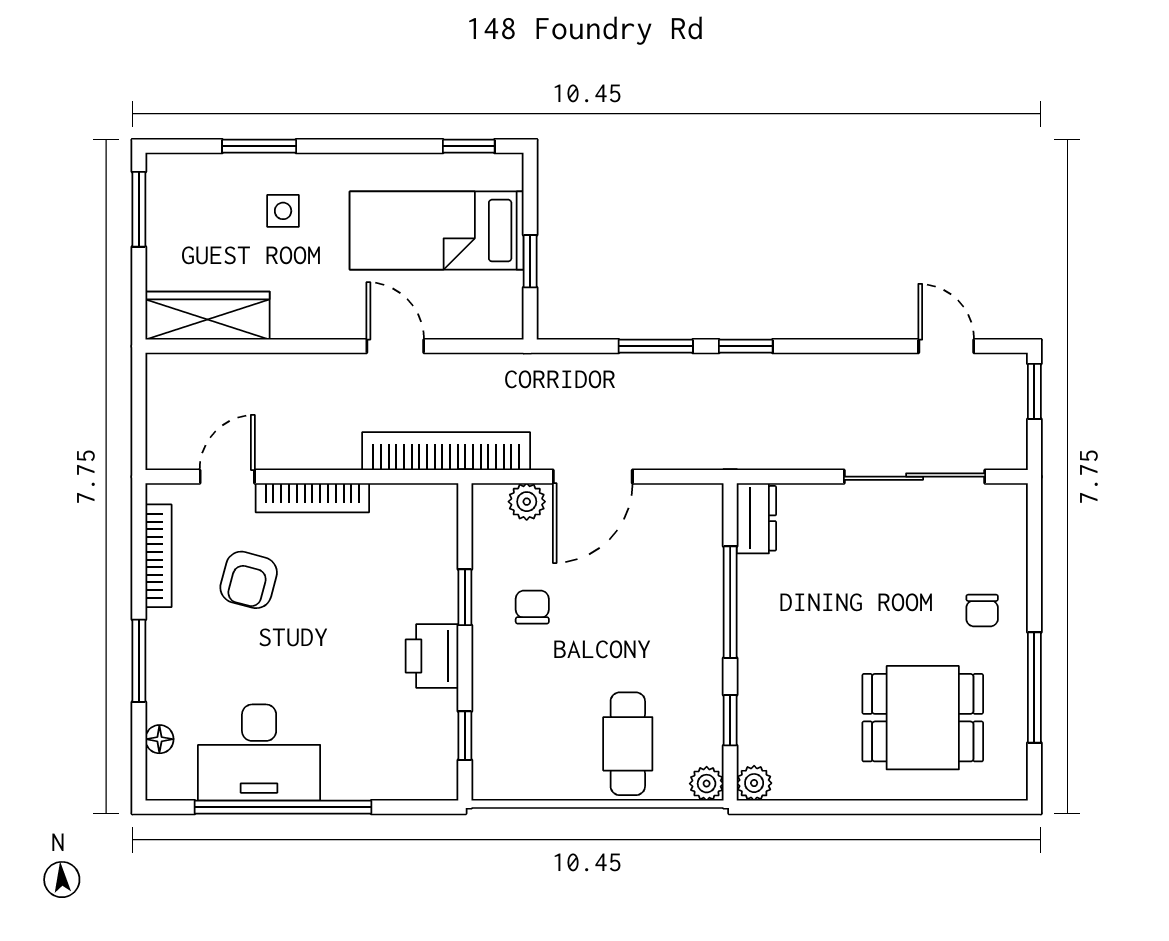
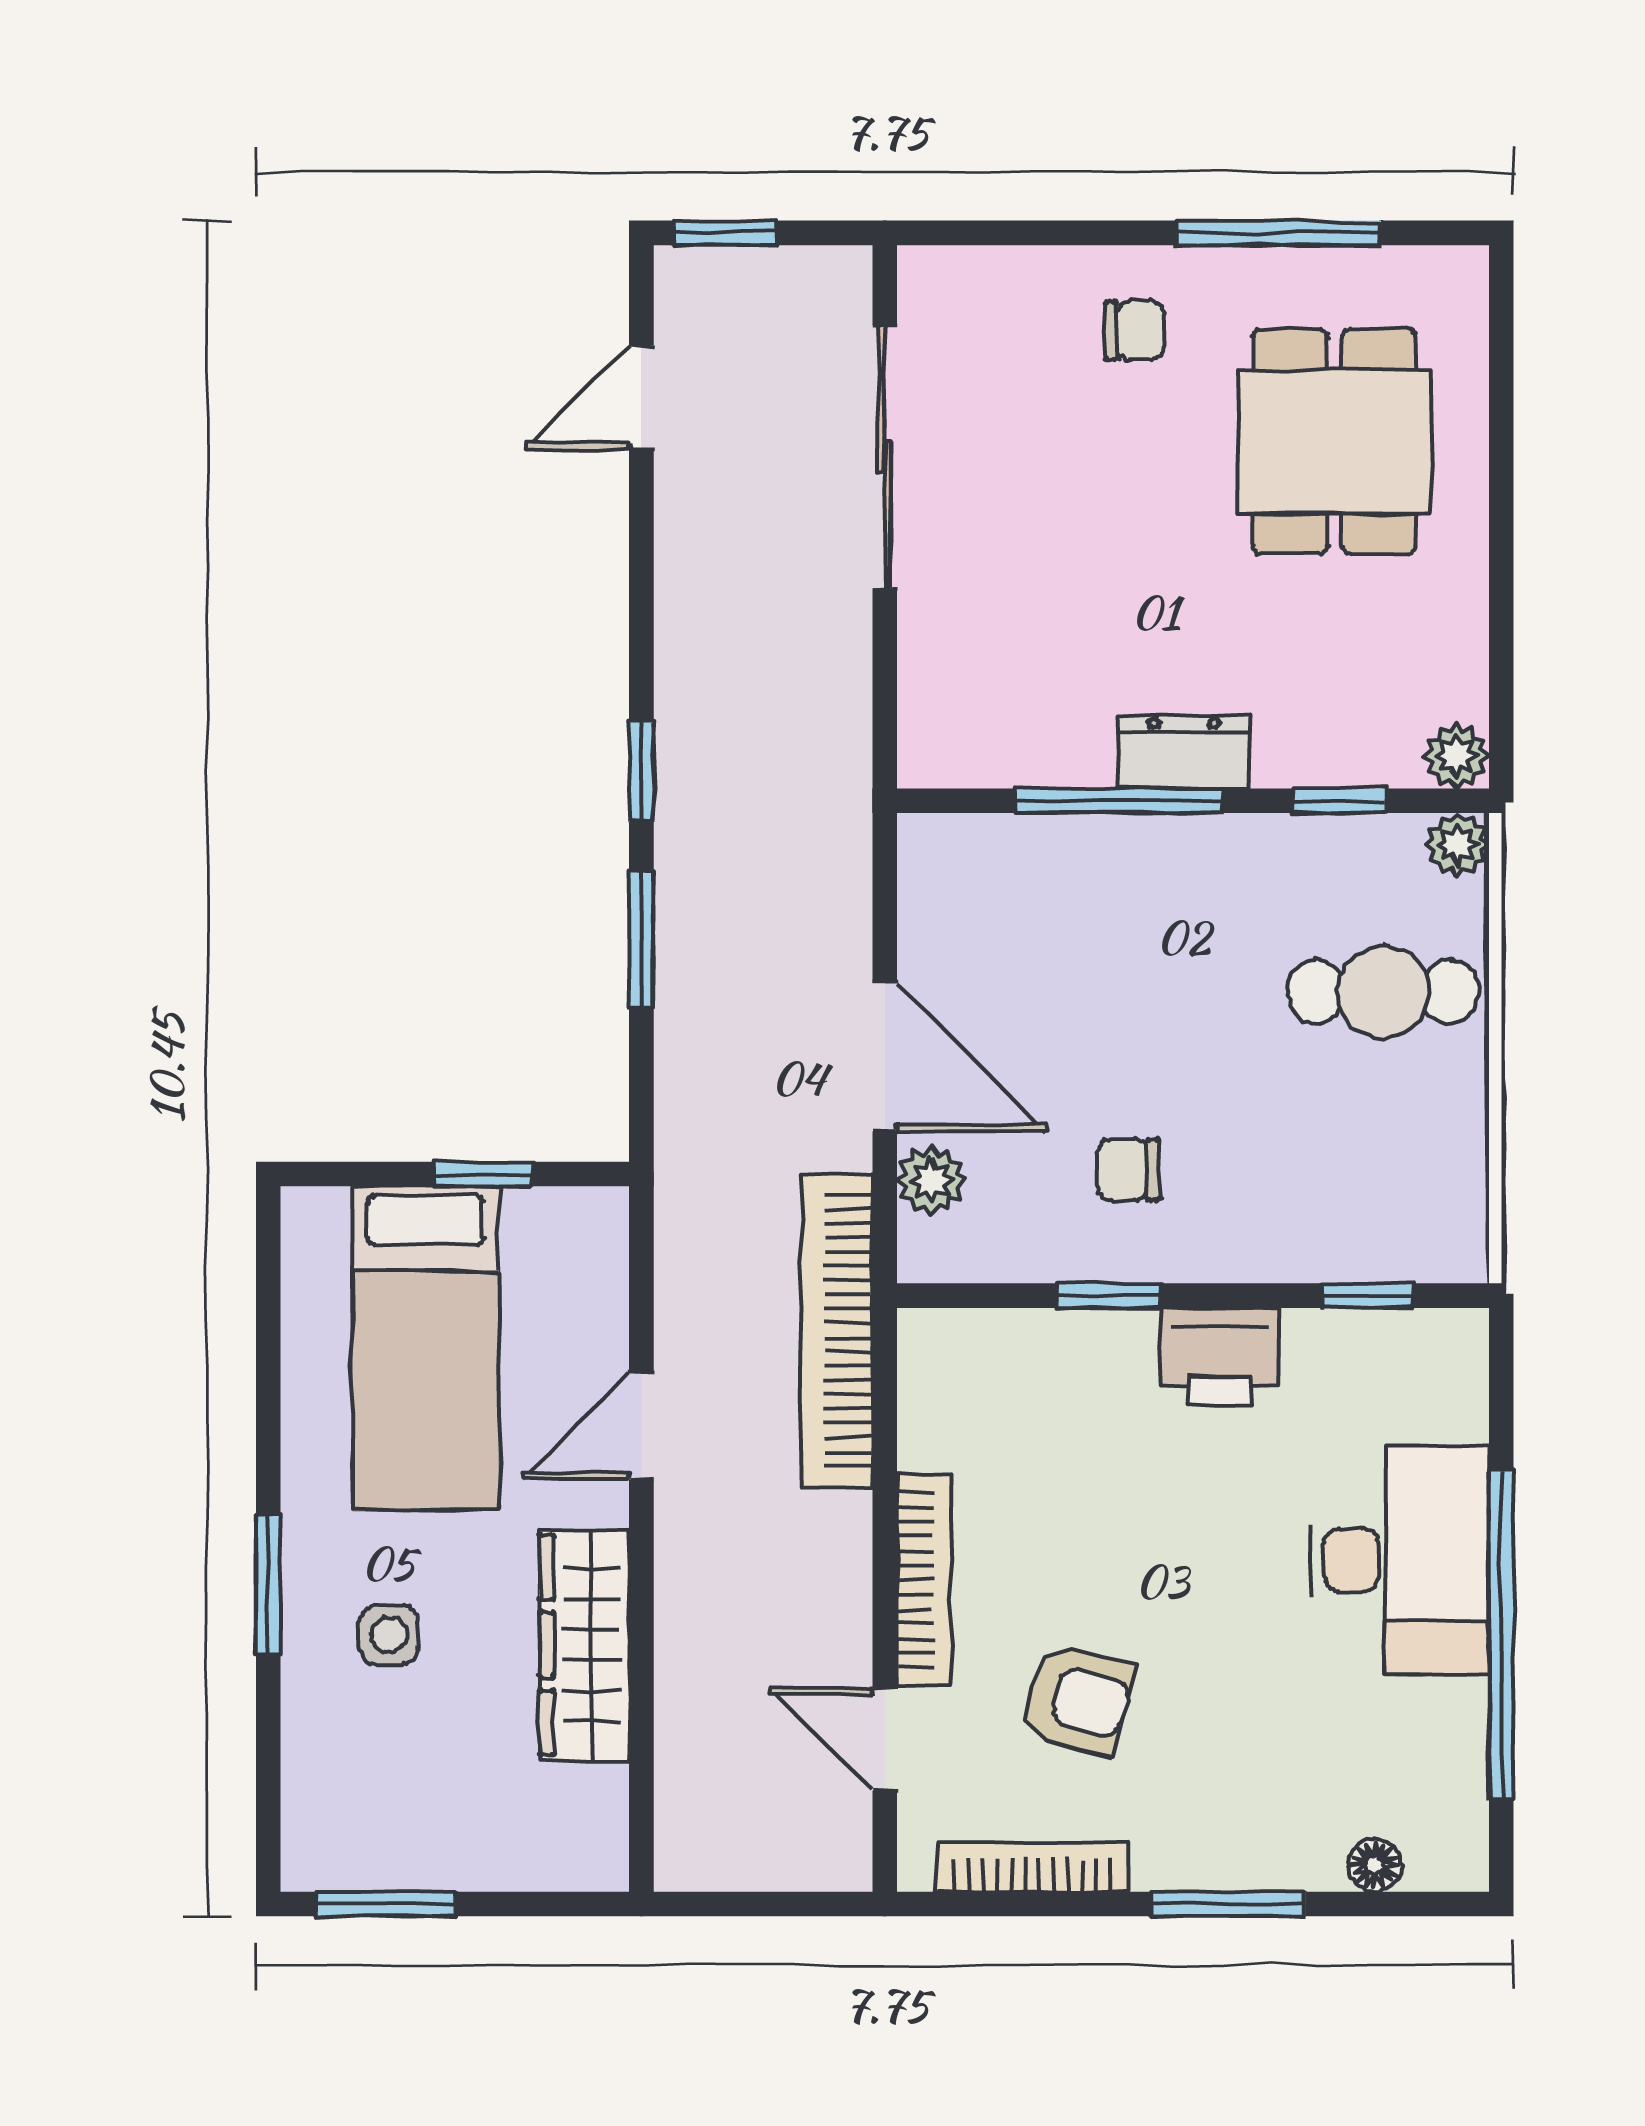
window: (259, 146) -> (268, 1584), moved
window: (469, 146) -> (268, 1288), removed
wardrobe: (207, 316) -> (584, 1645), moved
dresser: (756, 518) -> (1184, 752), moved
desk: (259, 753) -> (1400, 1560), moved

